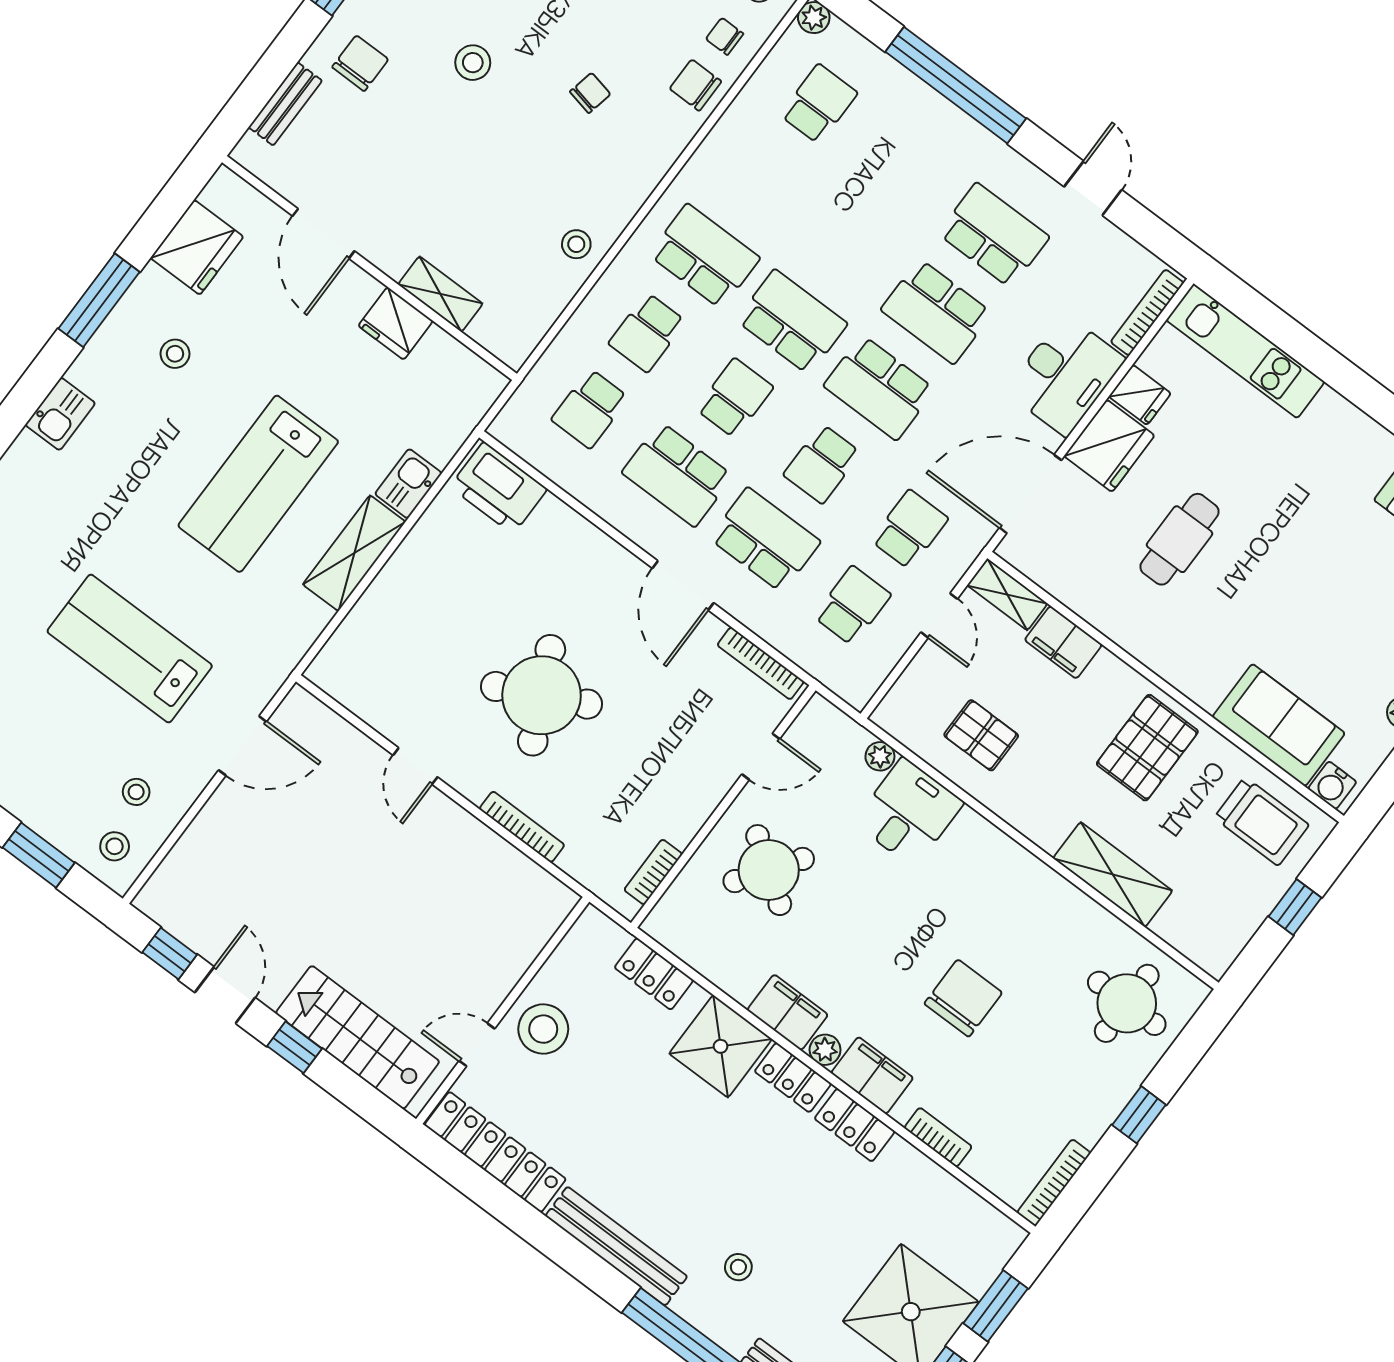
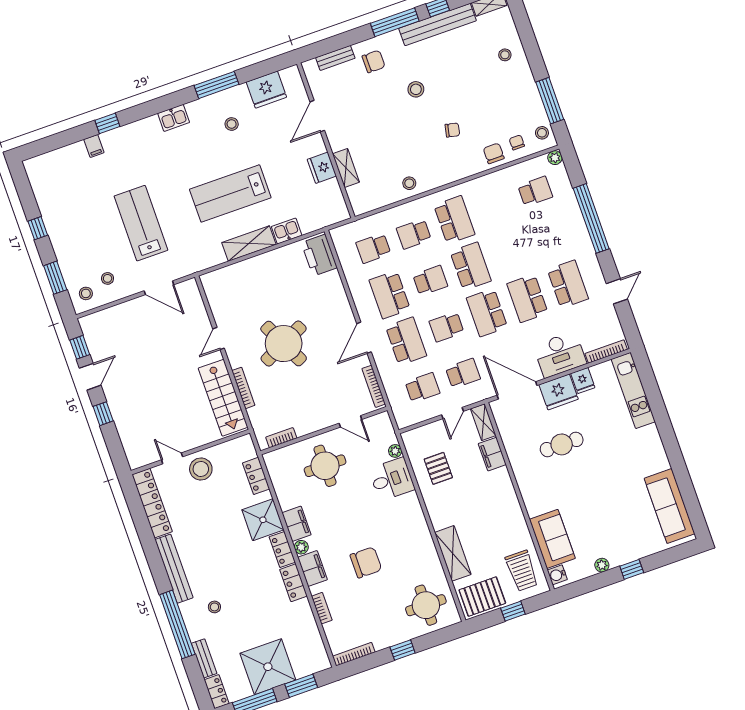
pallet: (1147, 748) -> (482, 597), moved
round table: (769, 870) -> (325, 466), turned -35
stairs: (358, 1037) -> (223, 398), moved, turned 180

